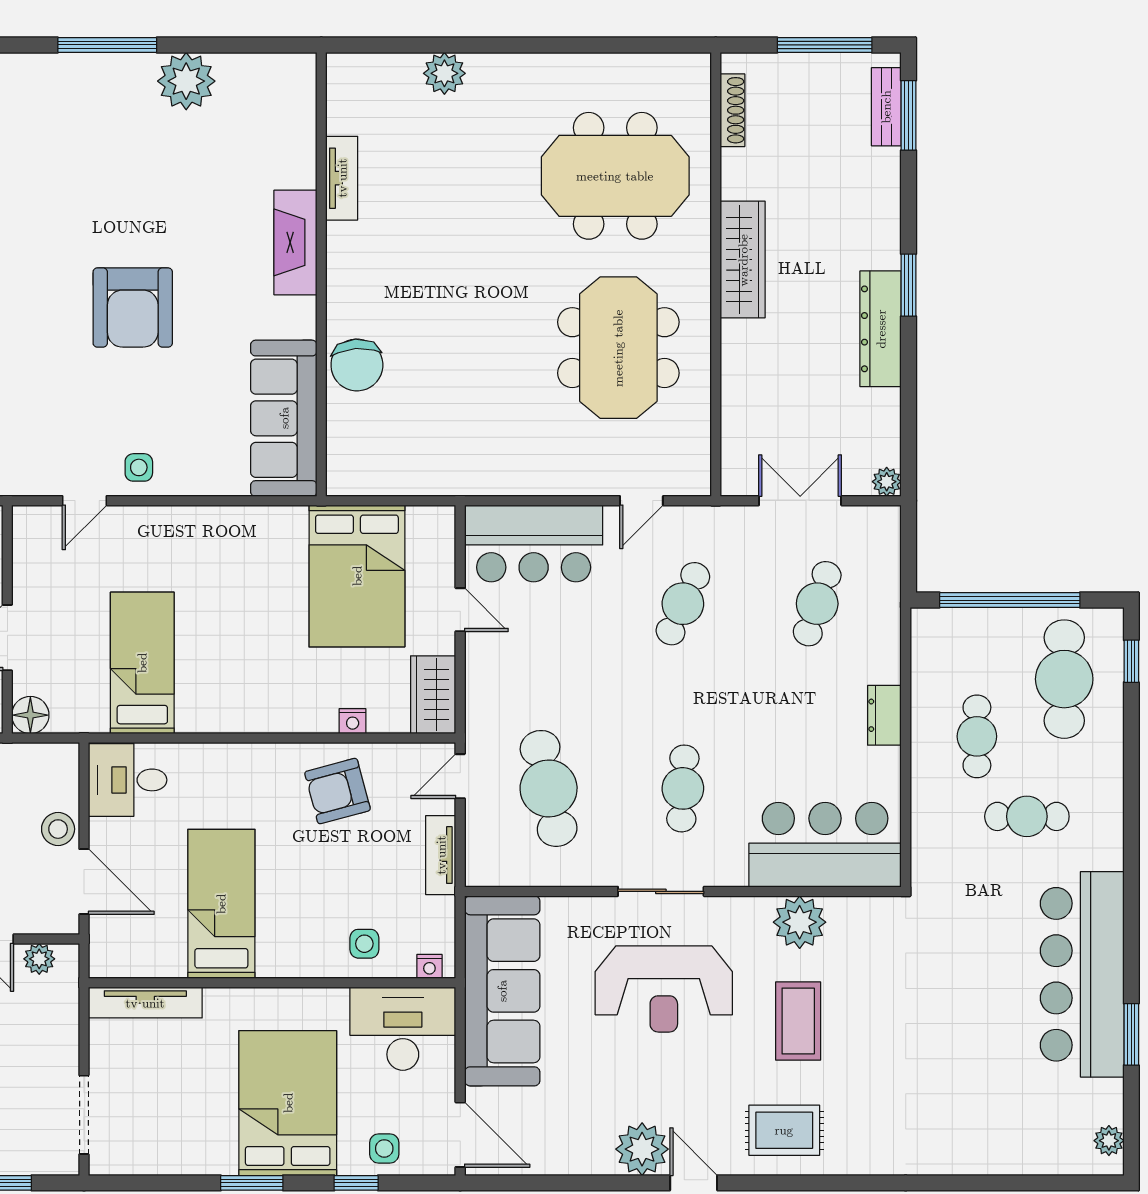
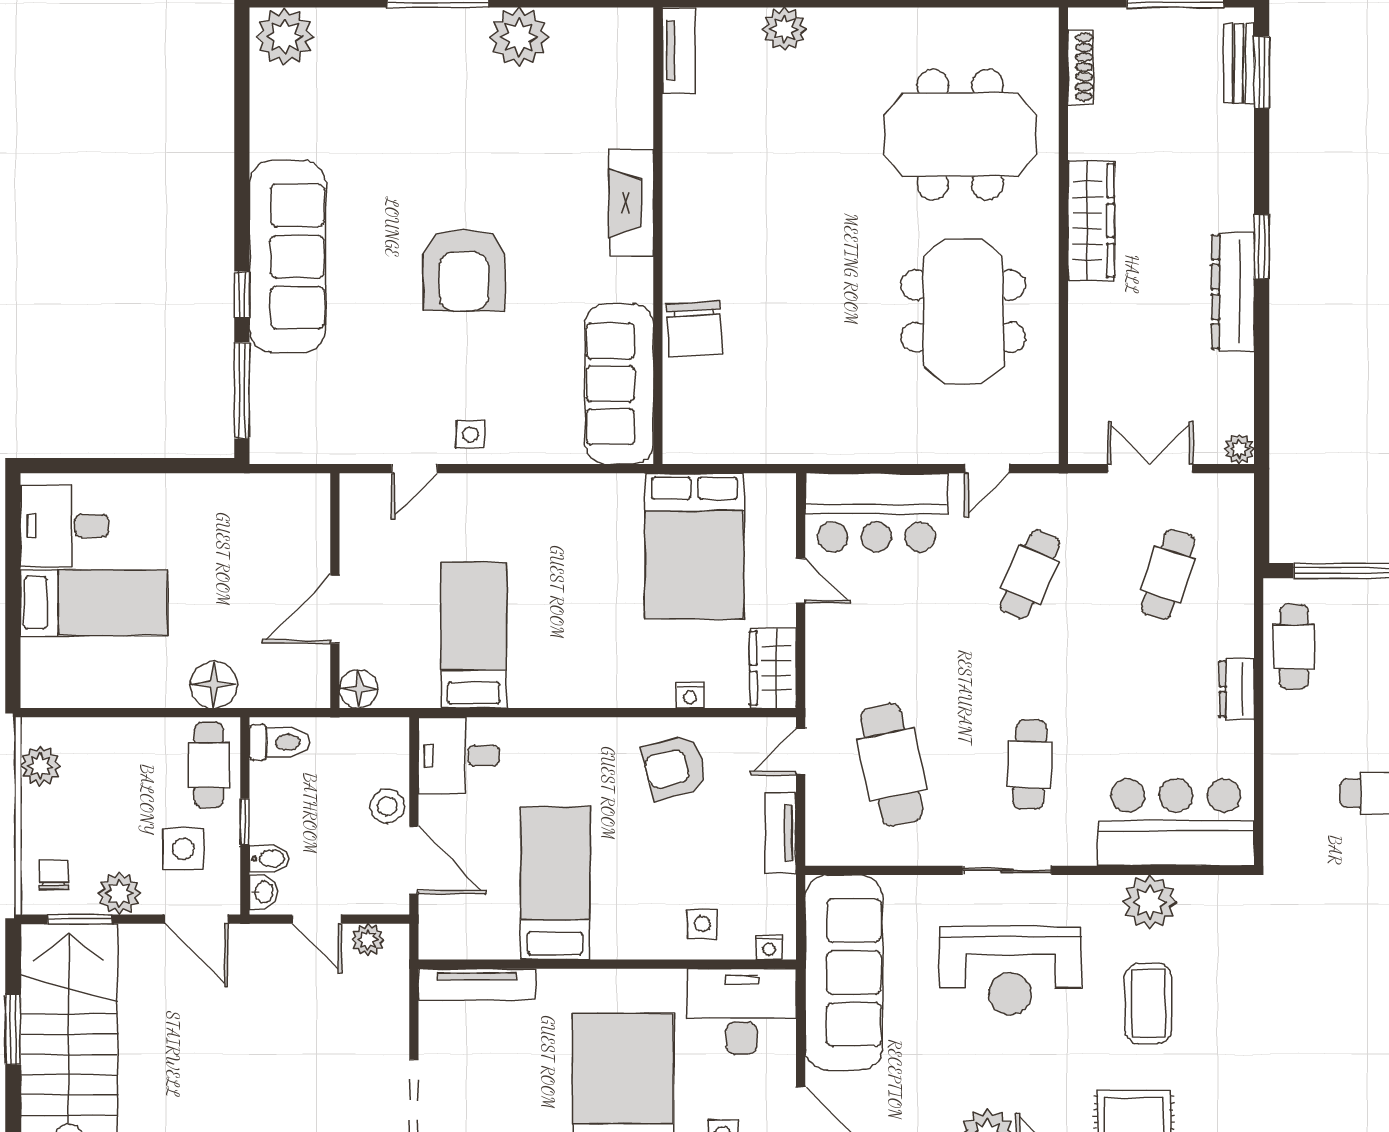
tv unit: (342, 178) -> (679, 50), moved
cafe table: (977, 736) -> (1294, 647), moved

